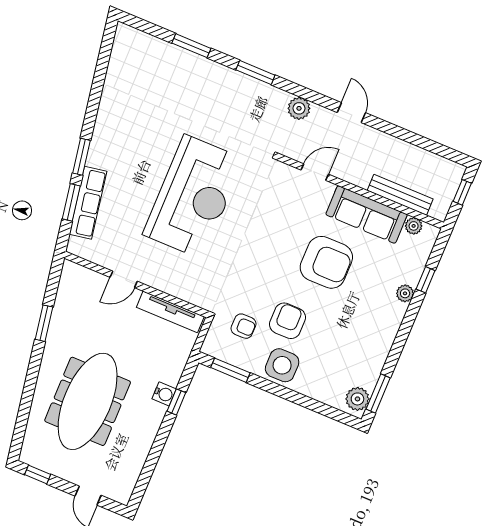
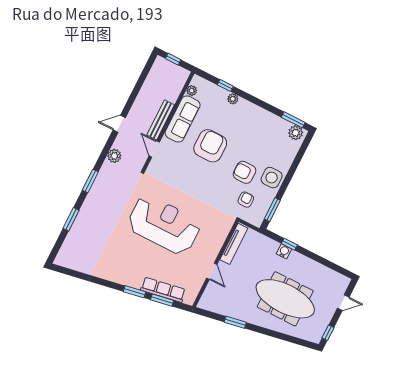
bench: (400, 195) -> (161, 120), moved

